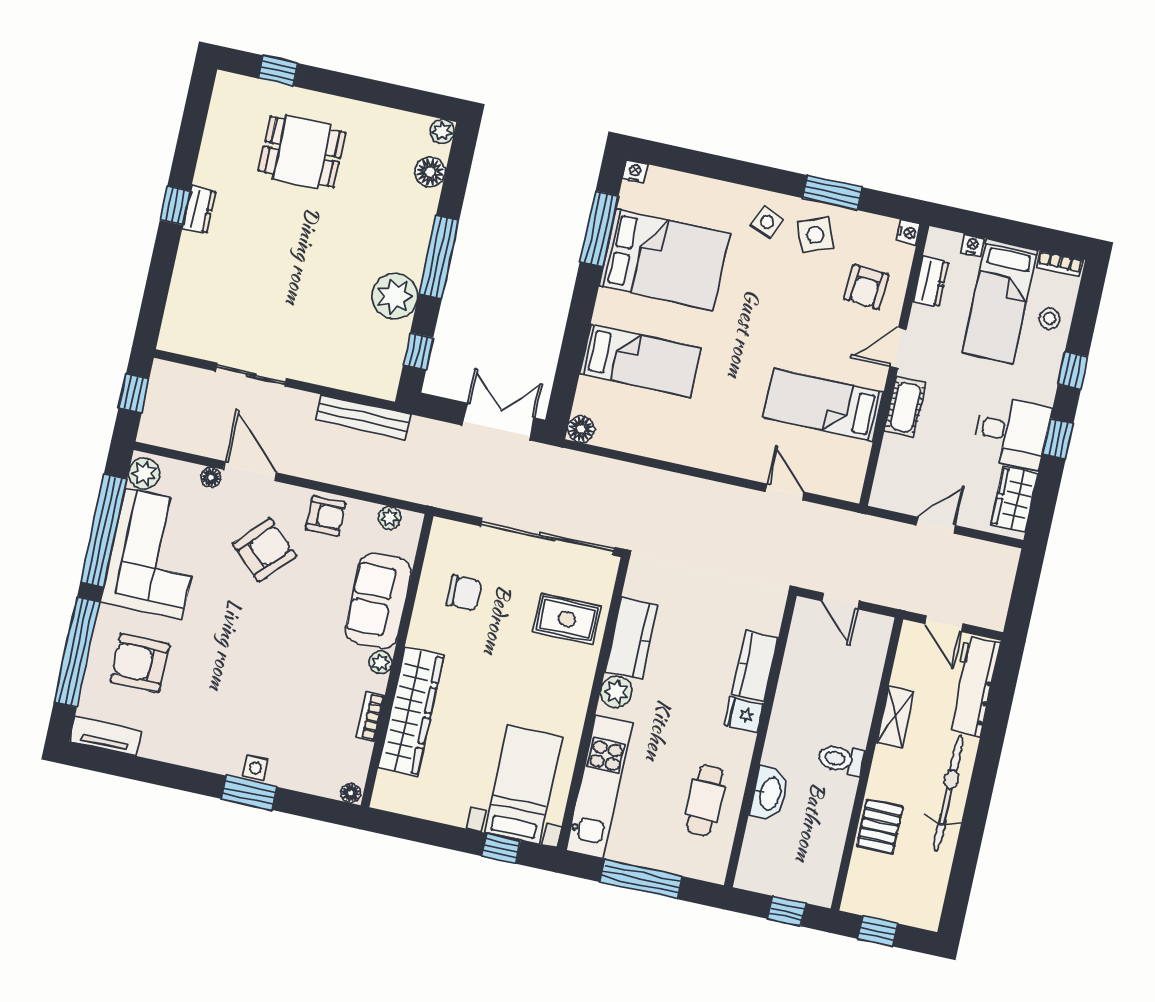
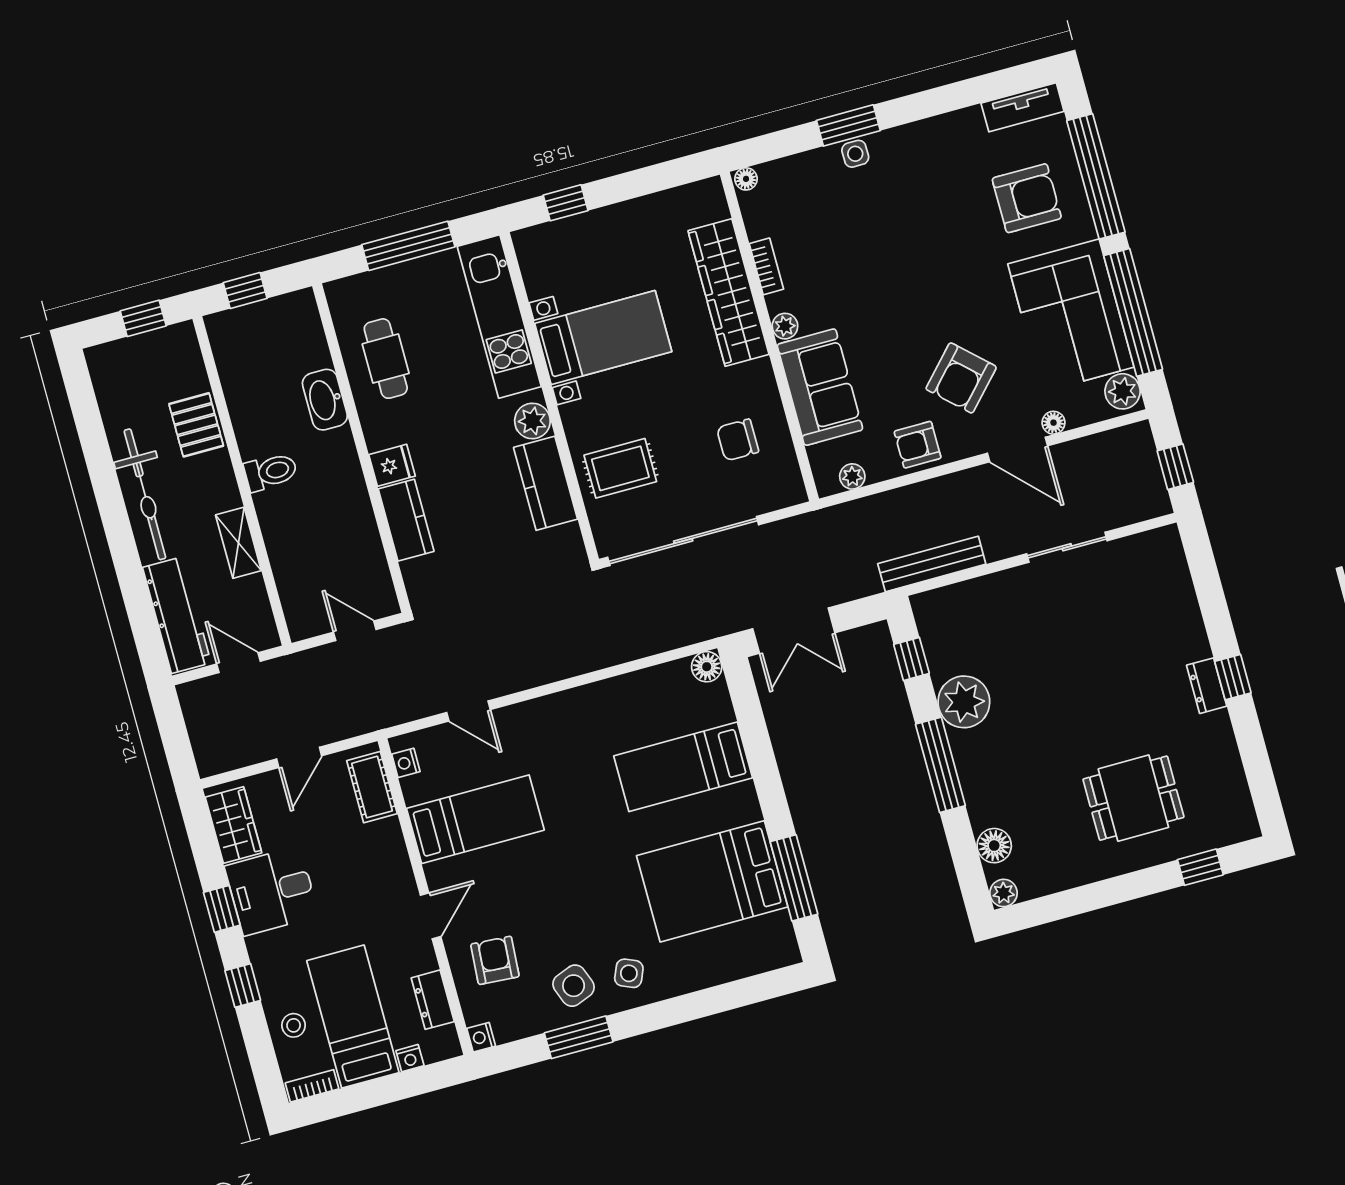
nightstand: (635, 172) -> (406, 763), moved, turned 90
cot: (905, 407) -> (372, 787), moved
bed with nightstands: (523, 785) -> (603, 337), moved, turned -90

